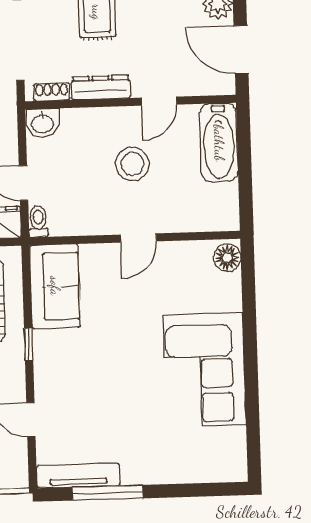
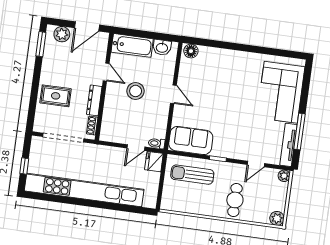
washbasin: (43, 123) -> (162, 47), moved, turned 90
corner sofa: (204, 370) -> (281, 92), moved, turned 90
plant: (17, 478) -> (284, 176), added

